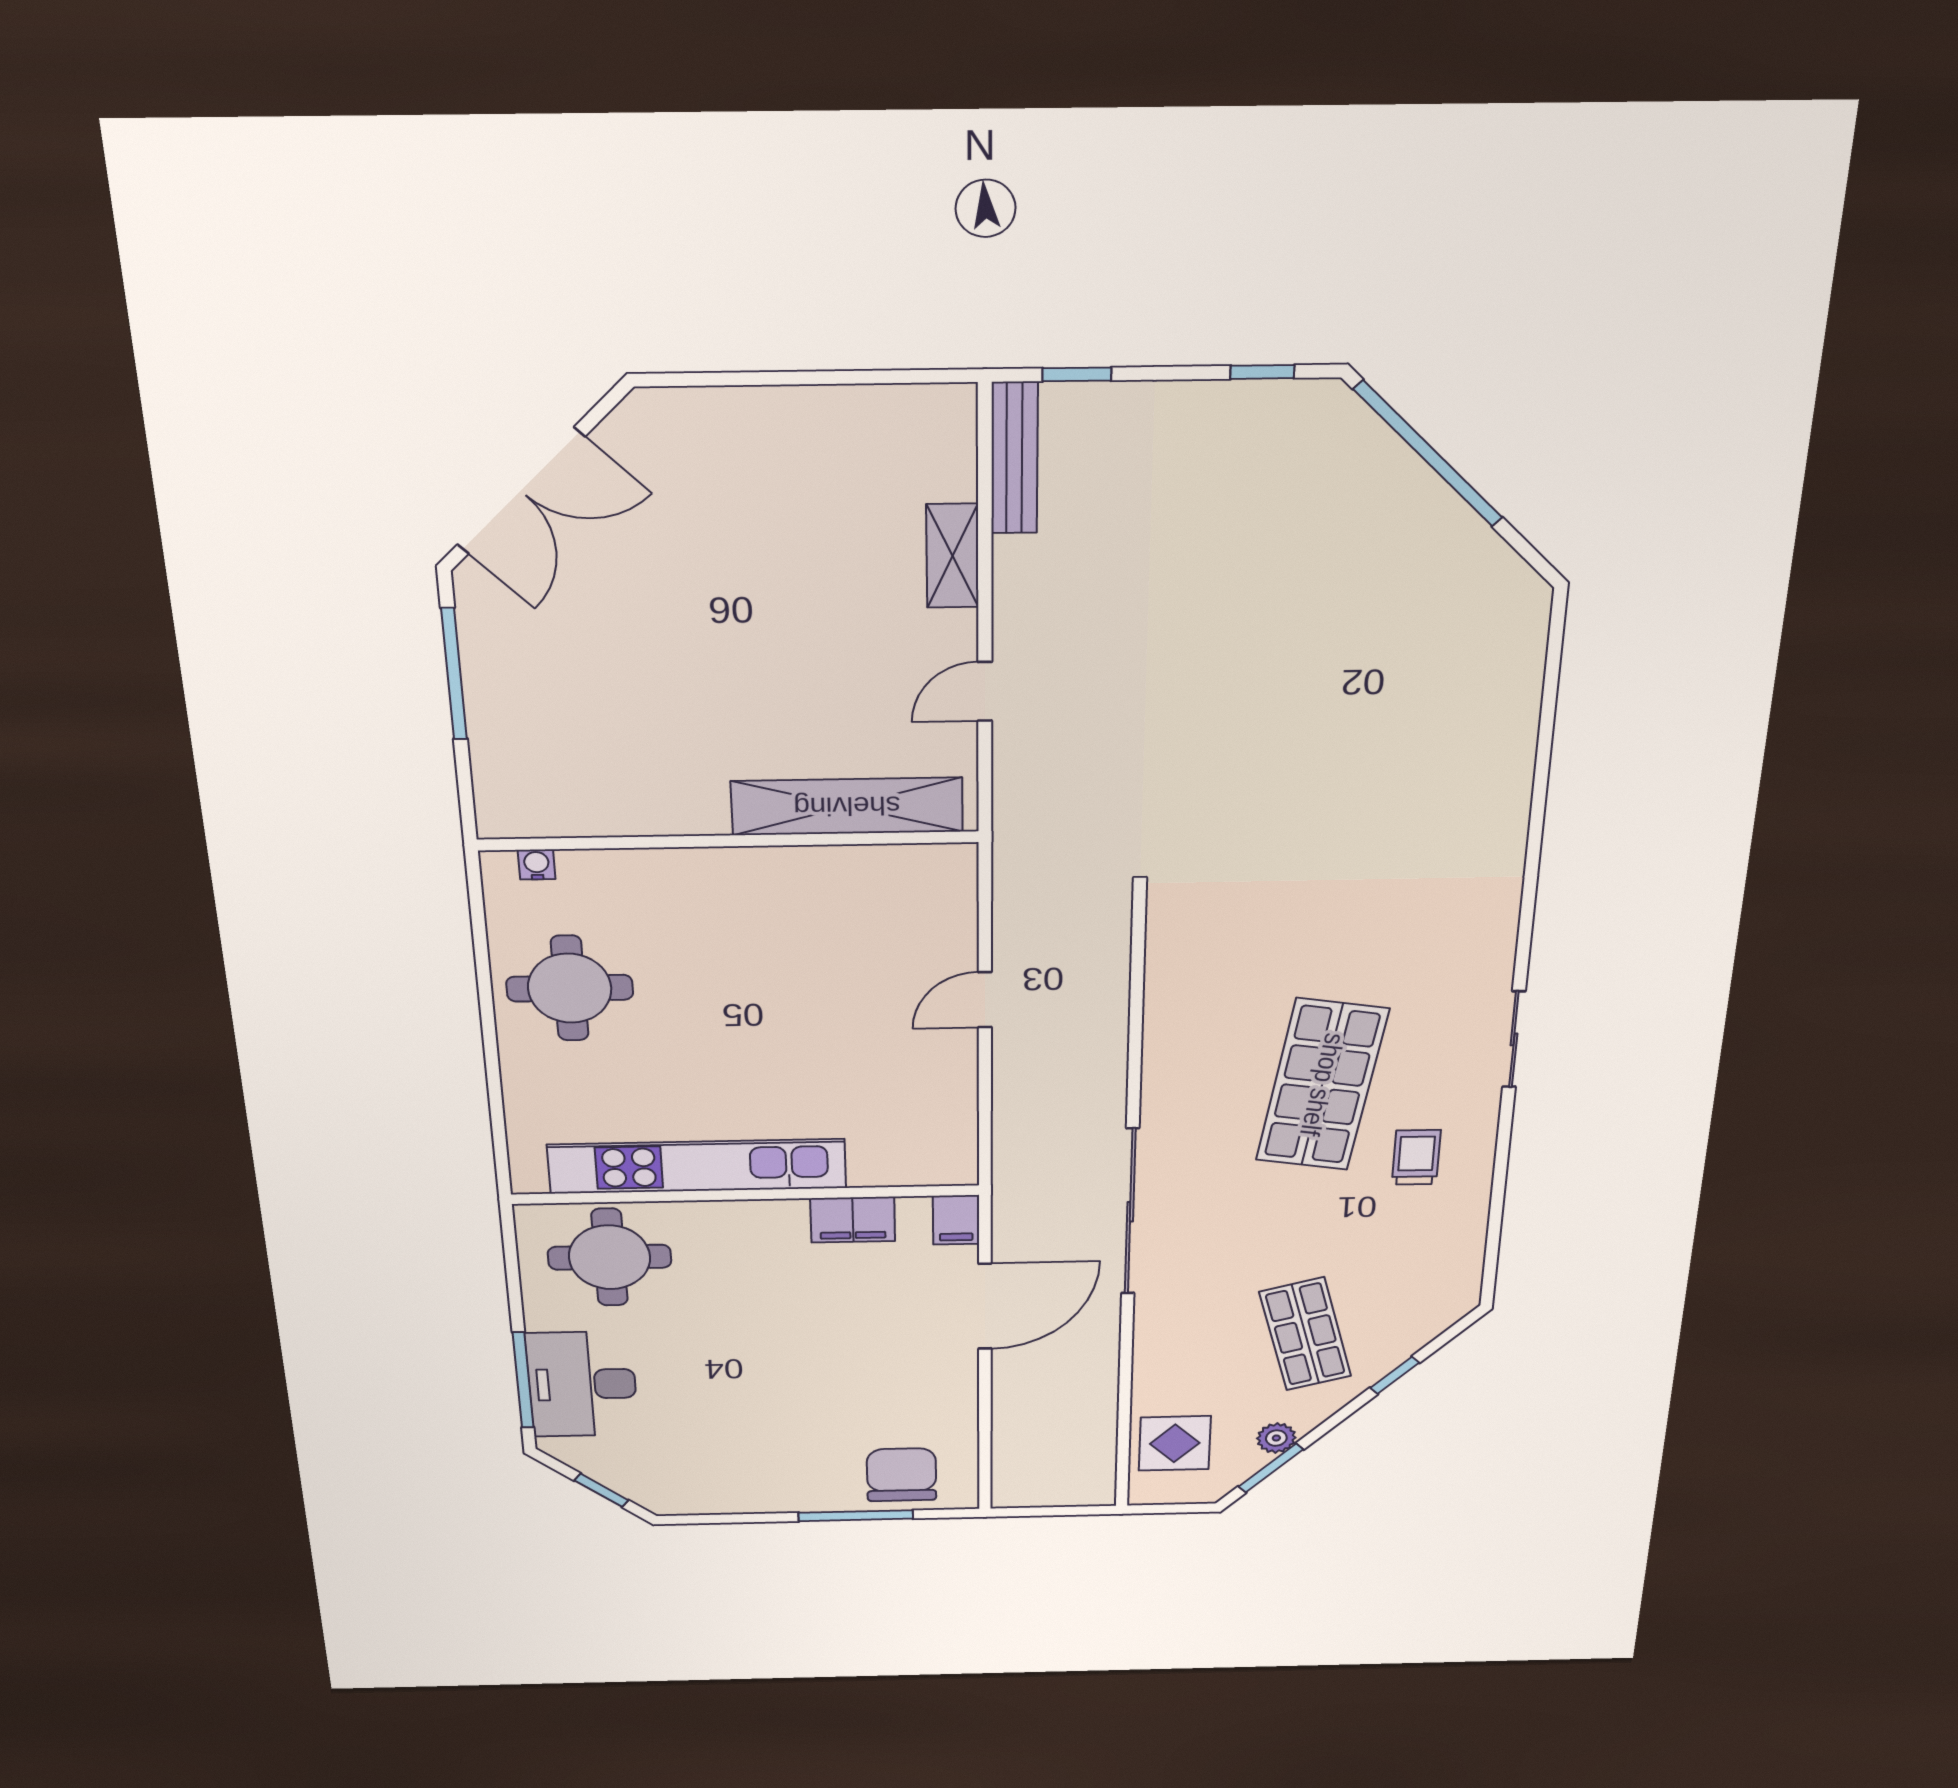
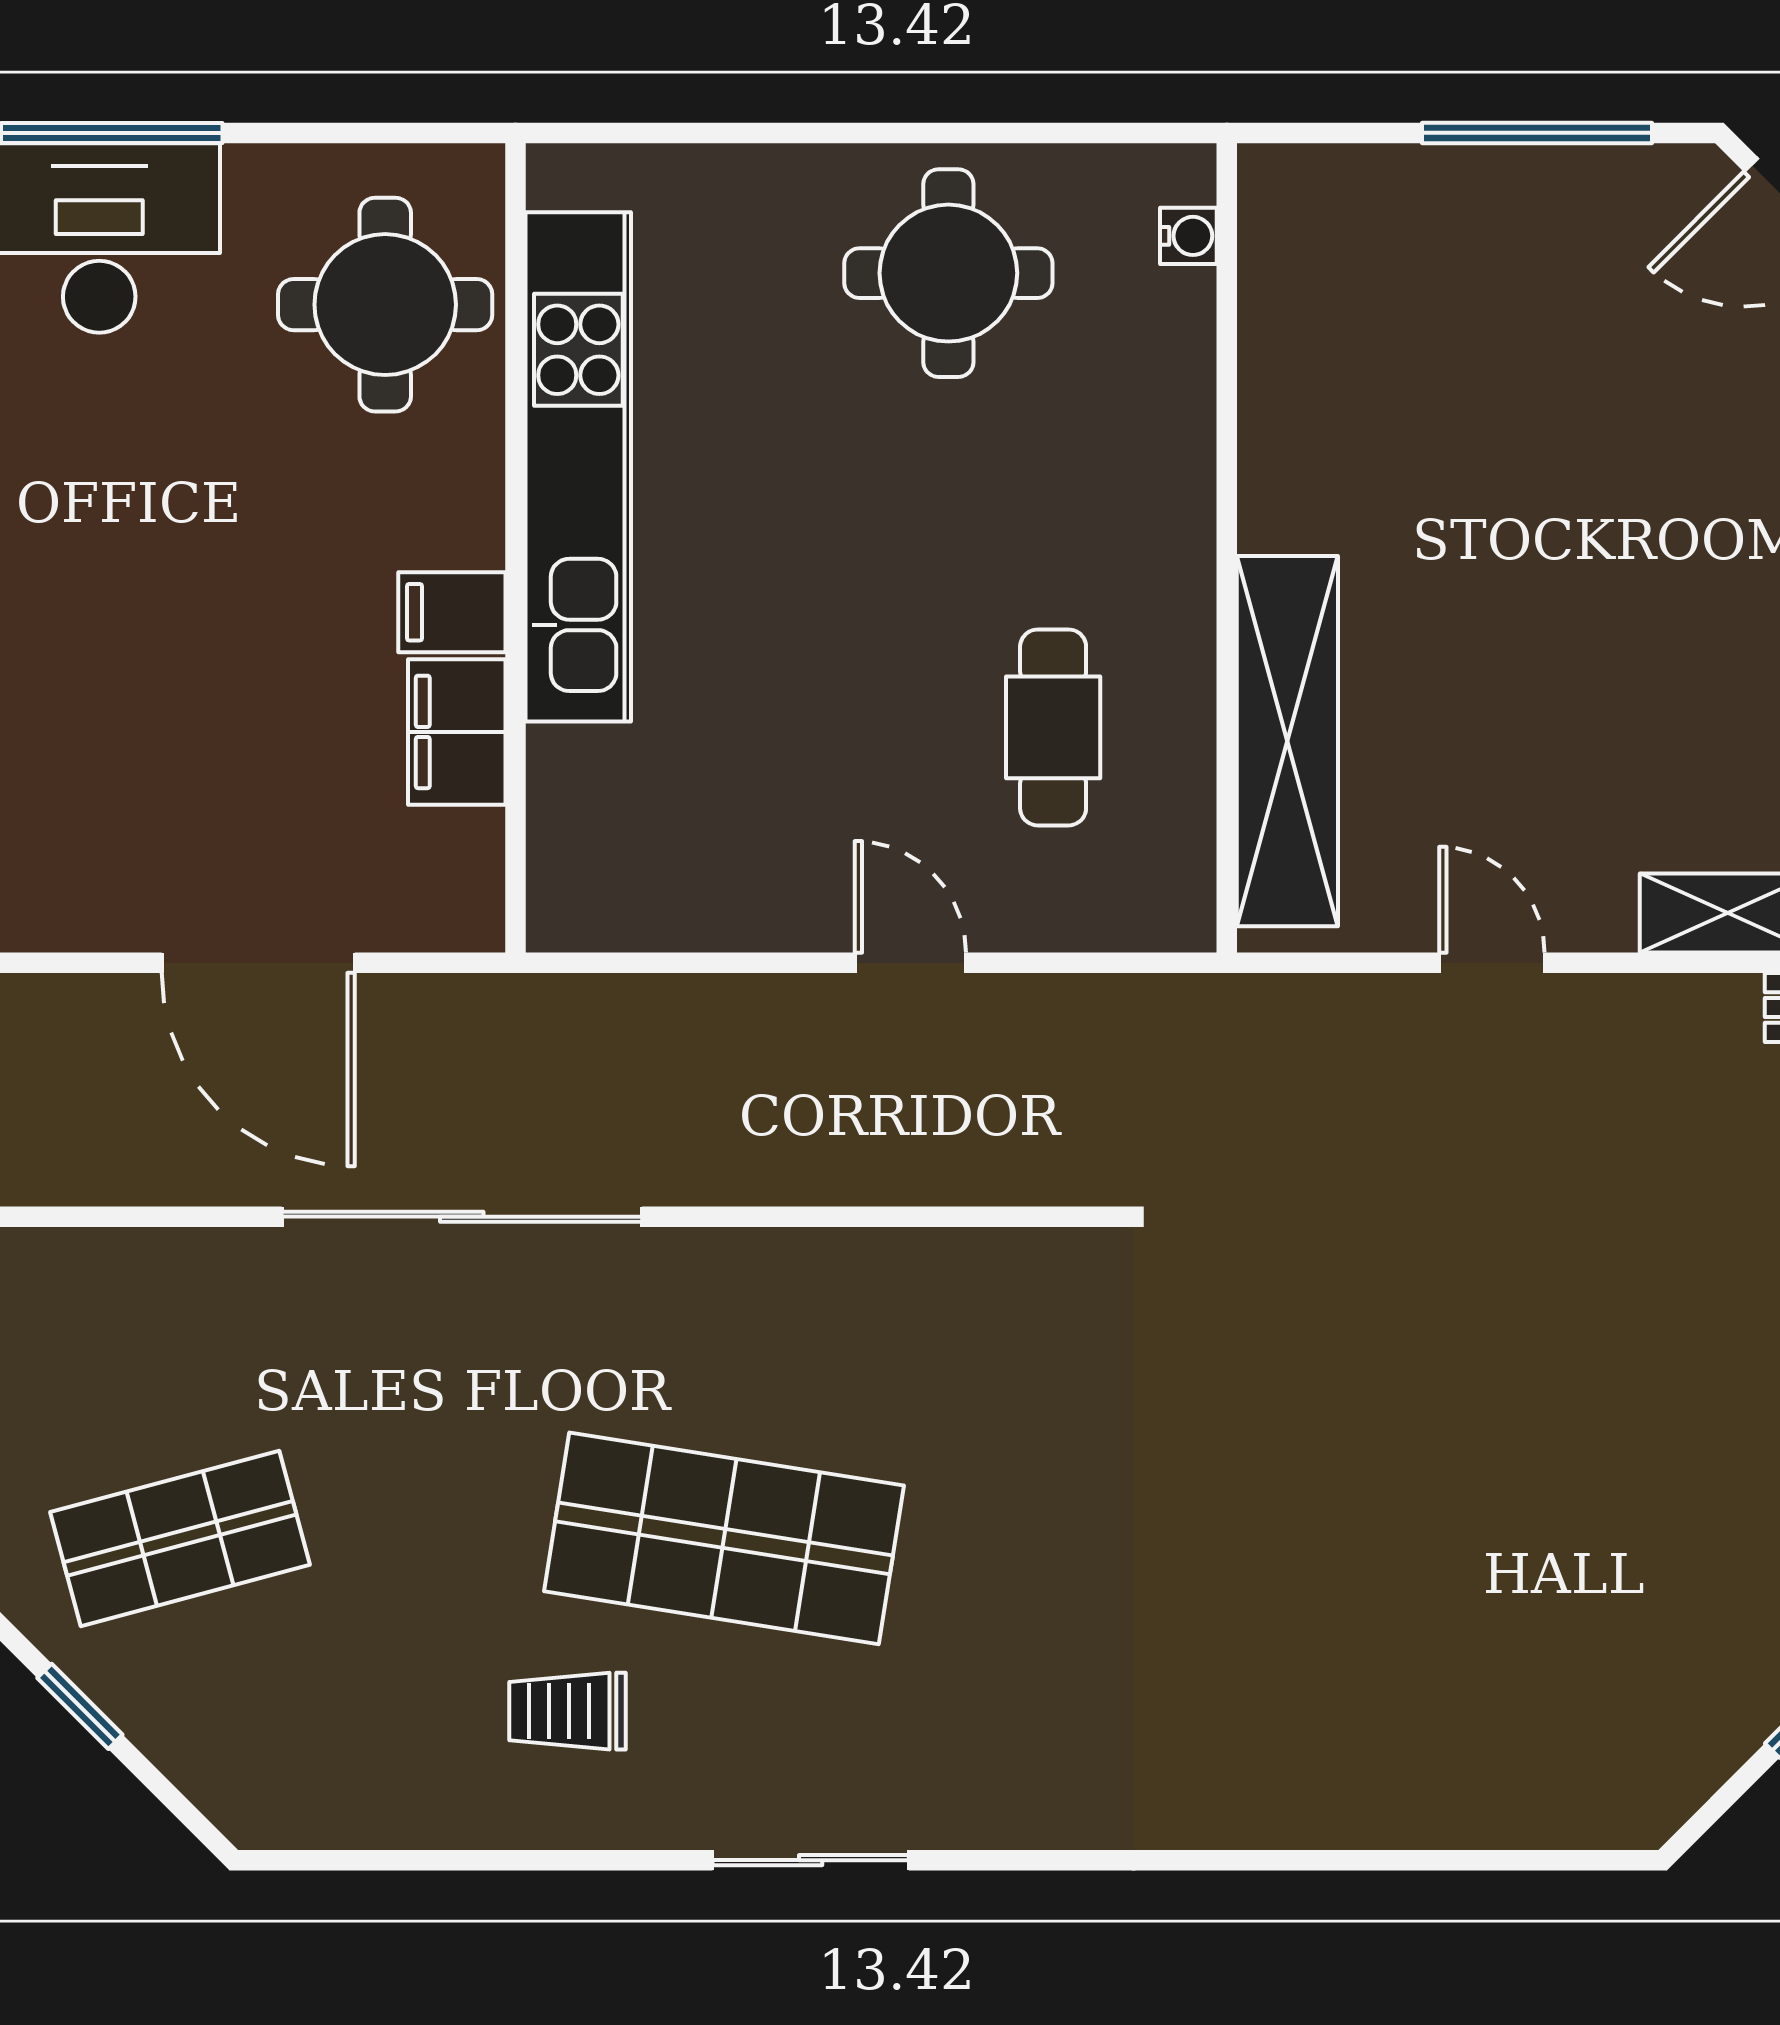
cafe table: (842, 930) -> (1053, 727), added
trolley: (1416, 1157) -> (568, 1711), turned 180
filing cabinet: (956, 1220) -> (452, 612), moved

